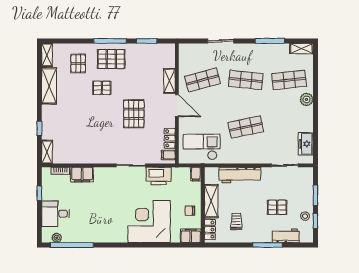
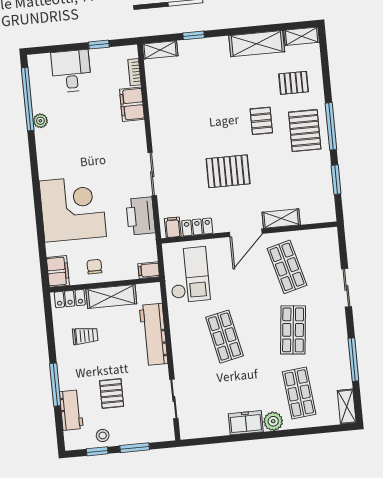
freezer: (306, 144) -> (246, 423), moved
plant: (57, 238) -> (40, 121), moved

